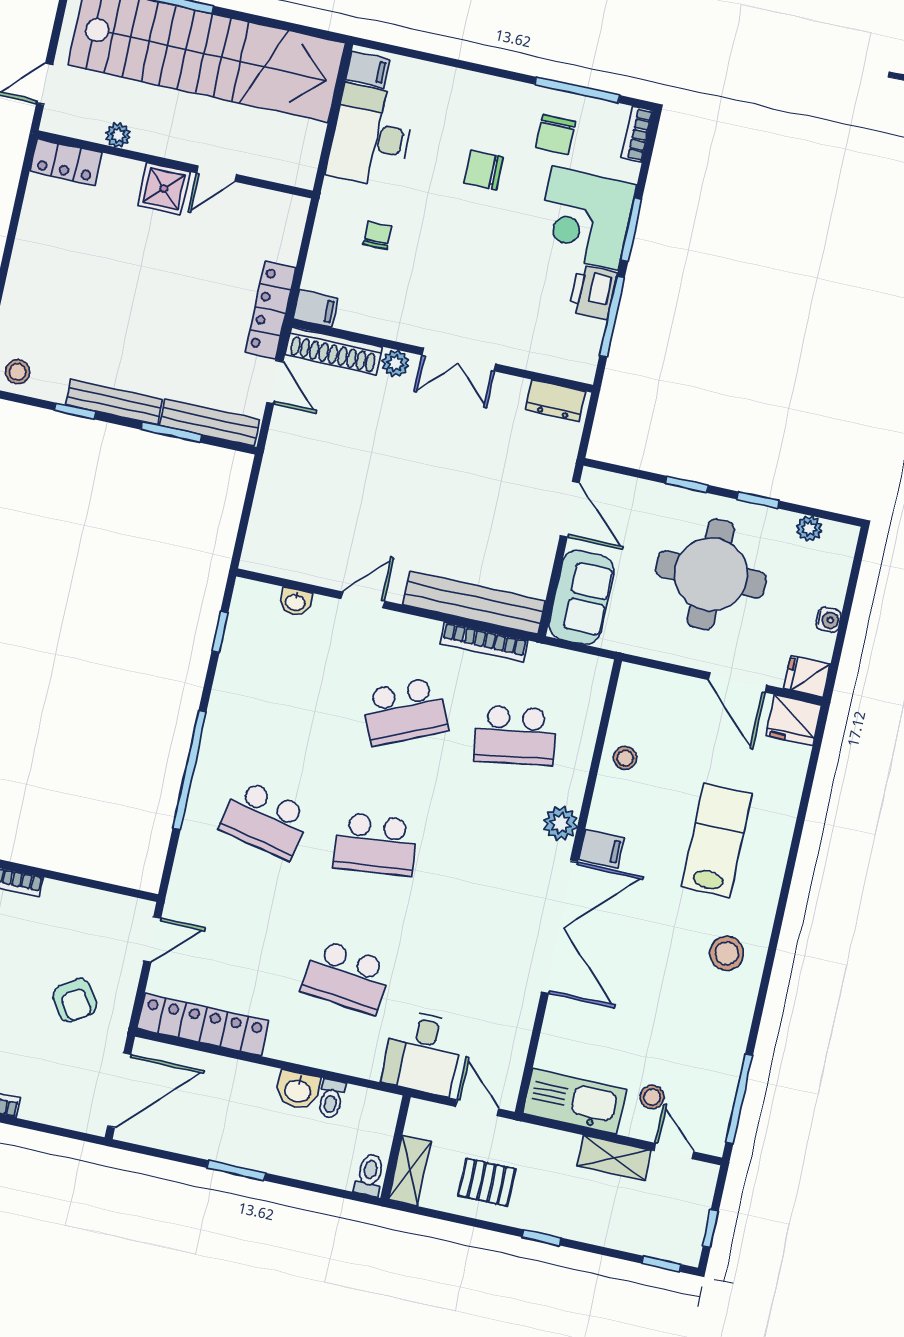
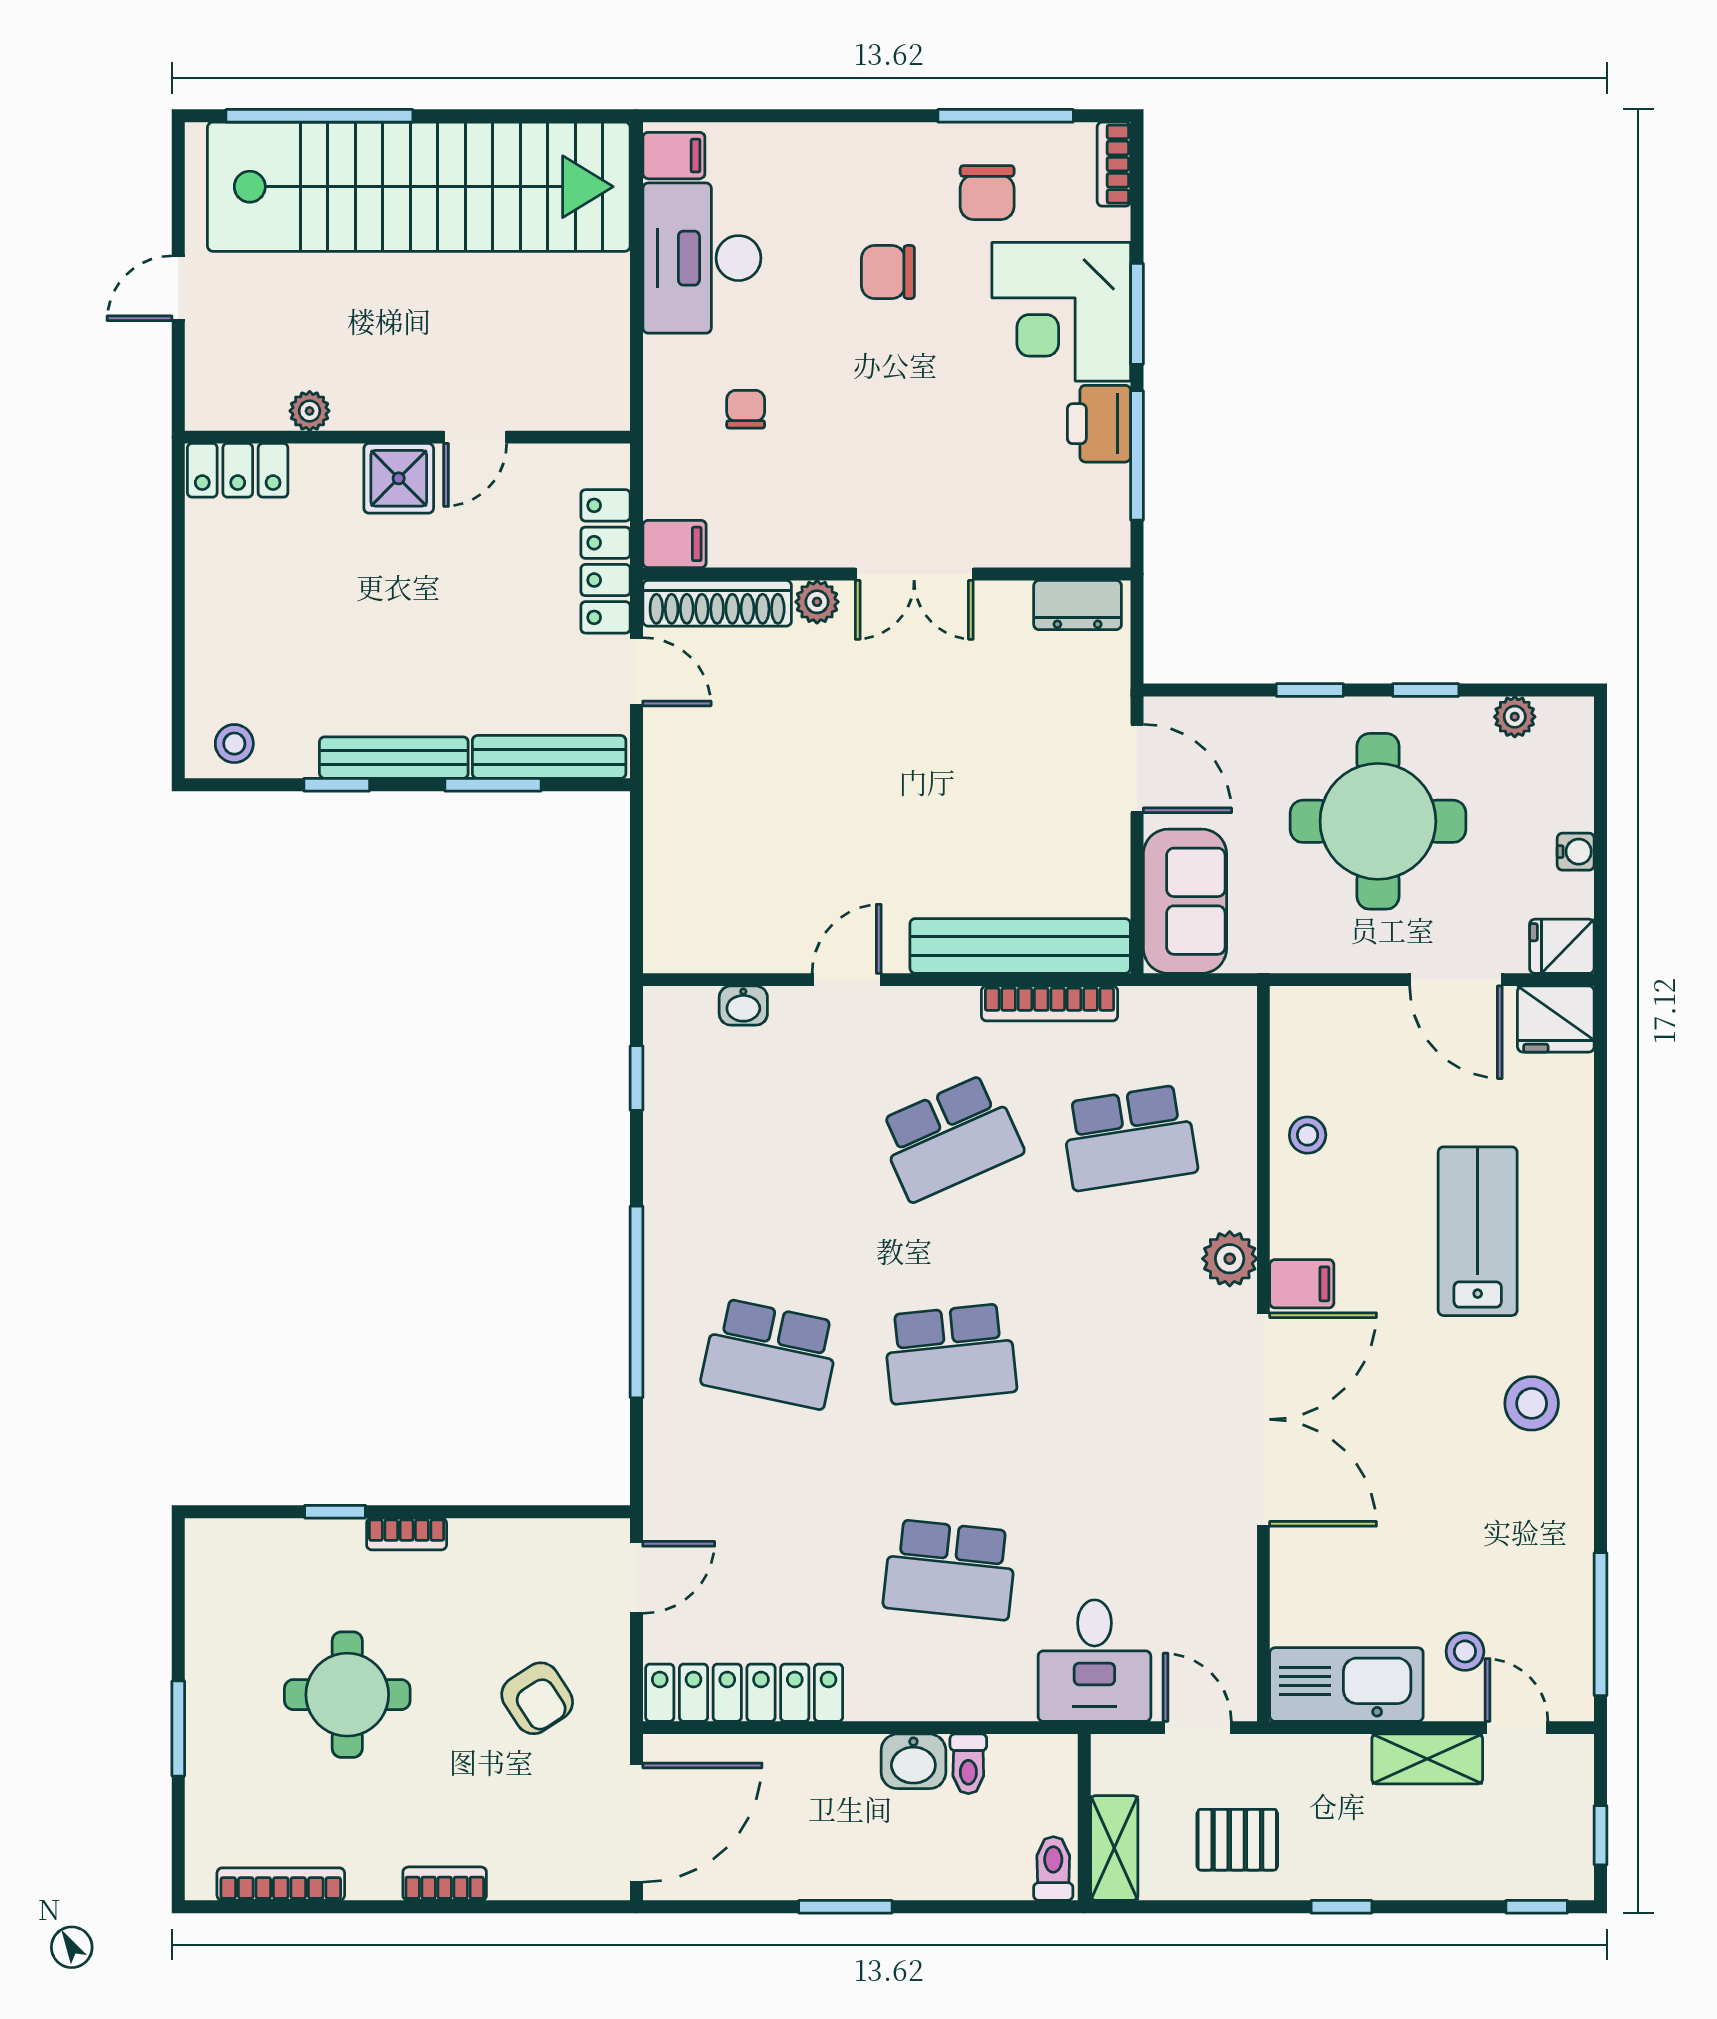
plant: (118, 135) -> (310, 411), moved
locker: (66, 162) -> (238, 470), moved
wall: (175, 164) -> (407, 437), moved
door: (217, 174) -> (475, 437), moved
shower: (164, 189) -> (399, 478), moved

